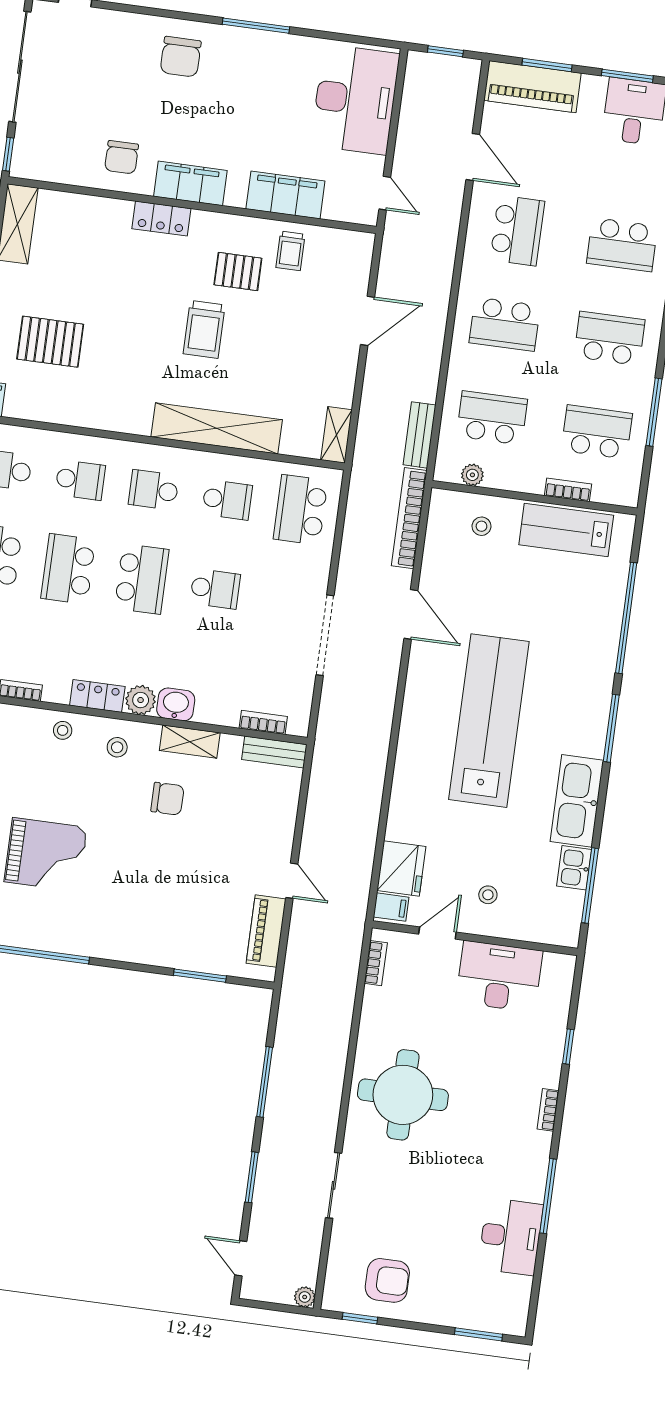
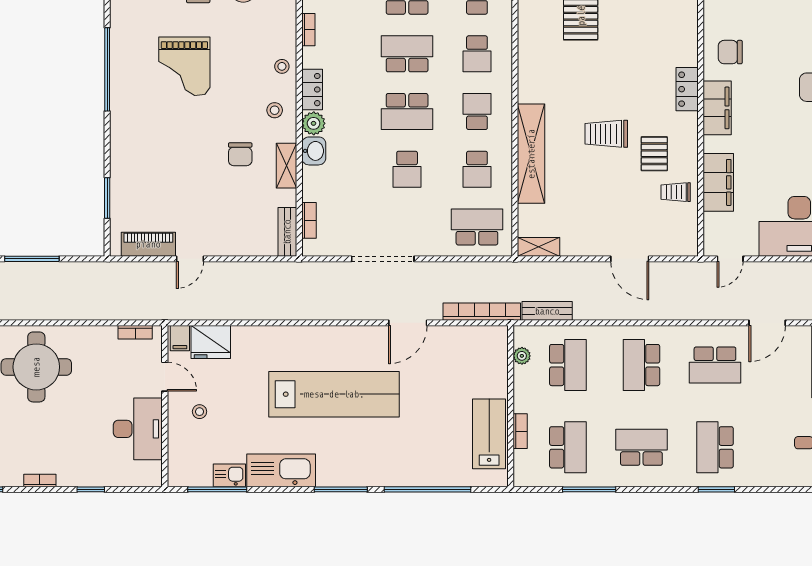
school desk: (609, 338) -> (641, 447), turned -90
stool: (481, 526) -> (483, 368), removed

